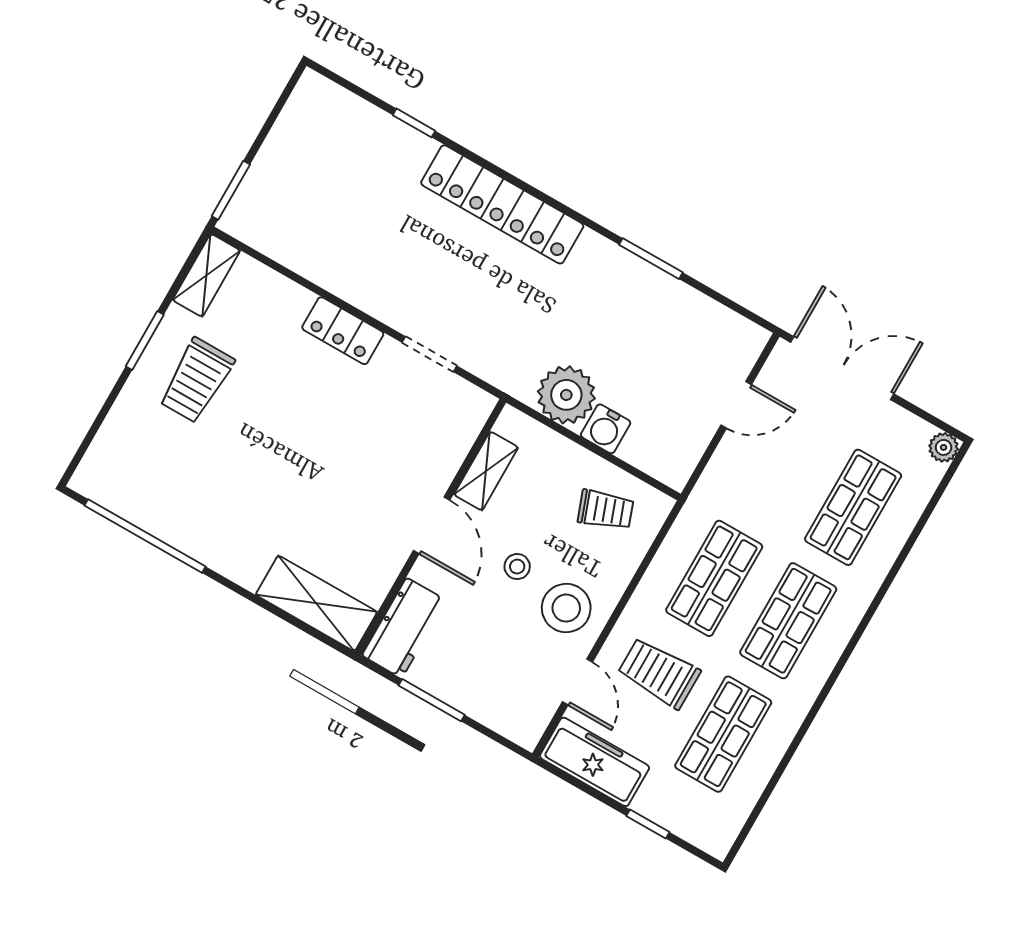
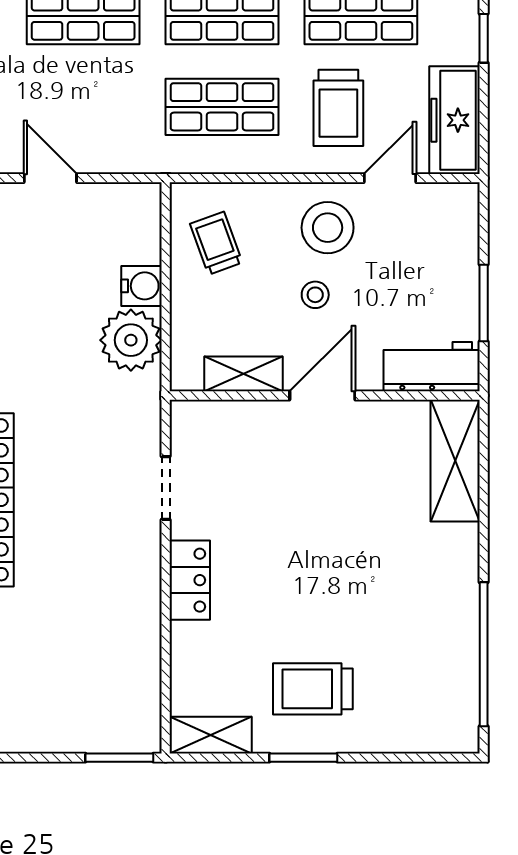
trolley: (196, 380) -> (313, 689), turned 180

